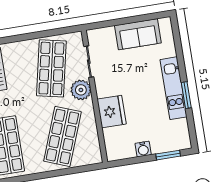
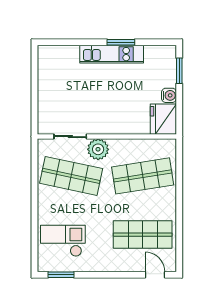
sofa: (138, 34) -> (50, 82), removed
fridge: (112, 112) -> (163, 119), moved, turned -90
shop shelf: (62, 136) -> (143, 176), turned -30

